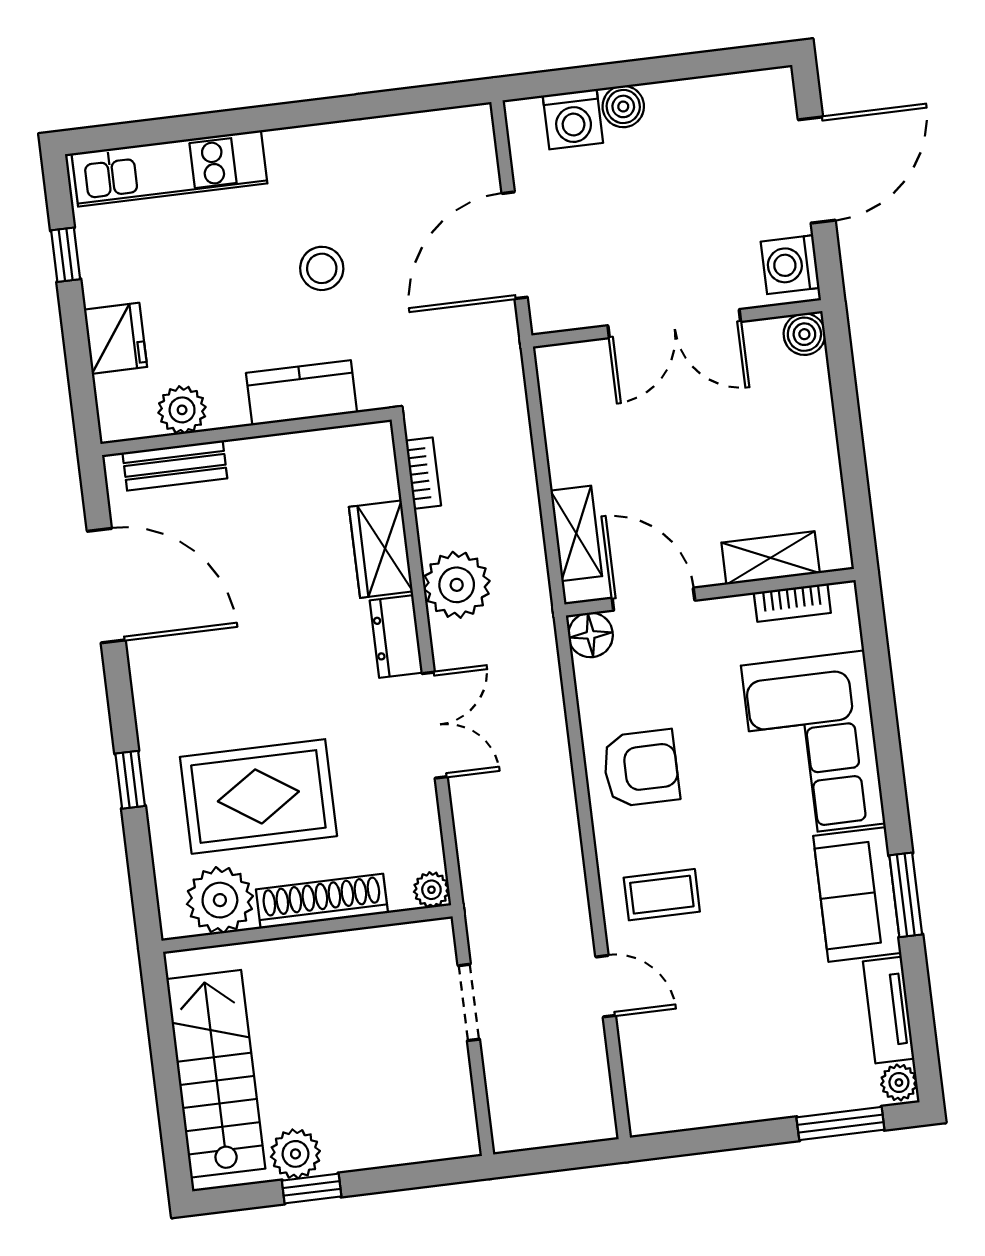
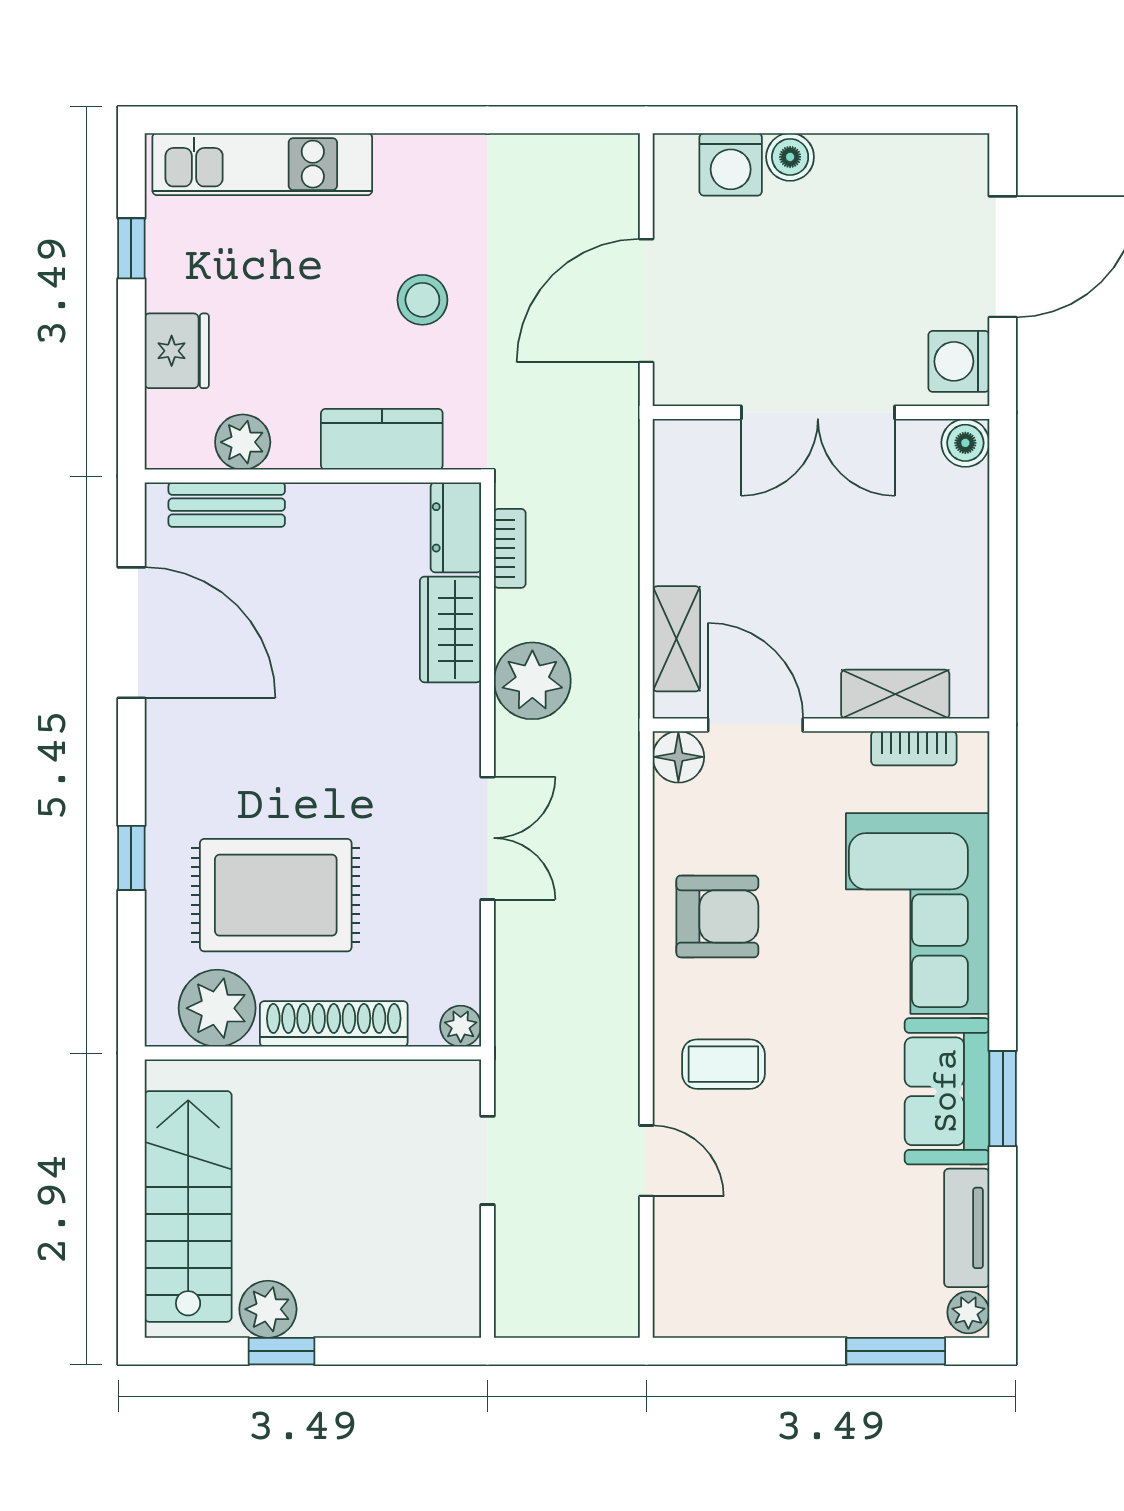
dresser: (396, 637) -> (456, 527), moved

